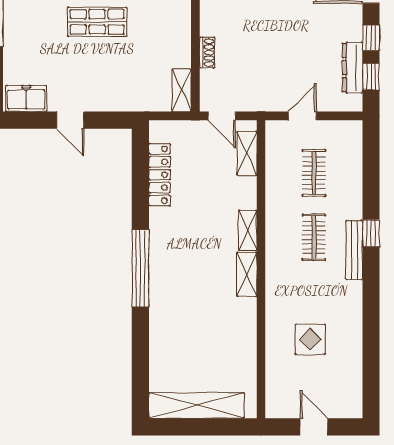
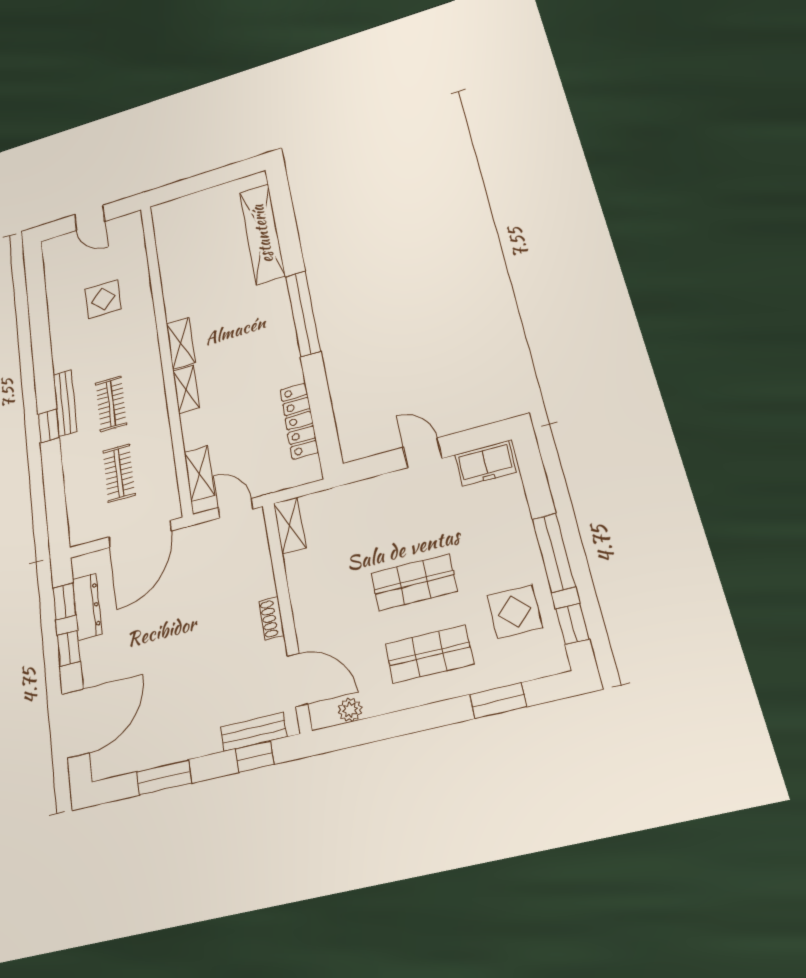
shoe rack: (207, 53) -> (272, 618), moved
door: (302, 116) -> (140, 534), width x1.87
shelving: (196, 405) -> (262, 234), moved, turned 90

